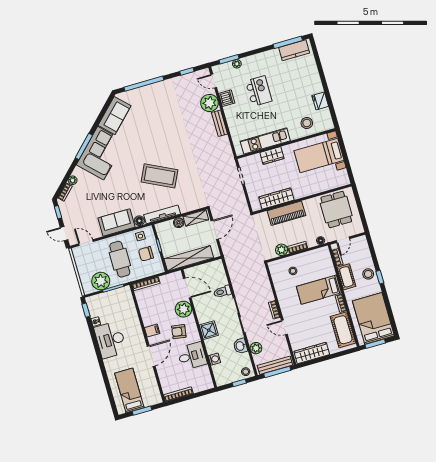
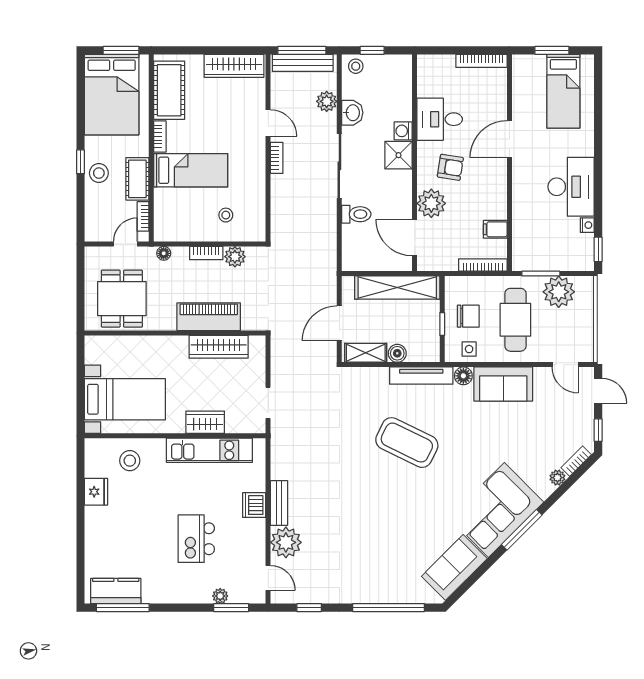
dishwasher: (227, 98) -> (254, 505), moved
filing cabinet: (152, 331) -> (495, 229), moved
washing machine: (214, 359) -> (403, 131), moved

